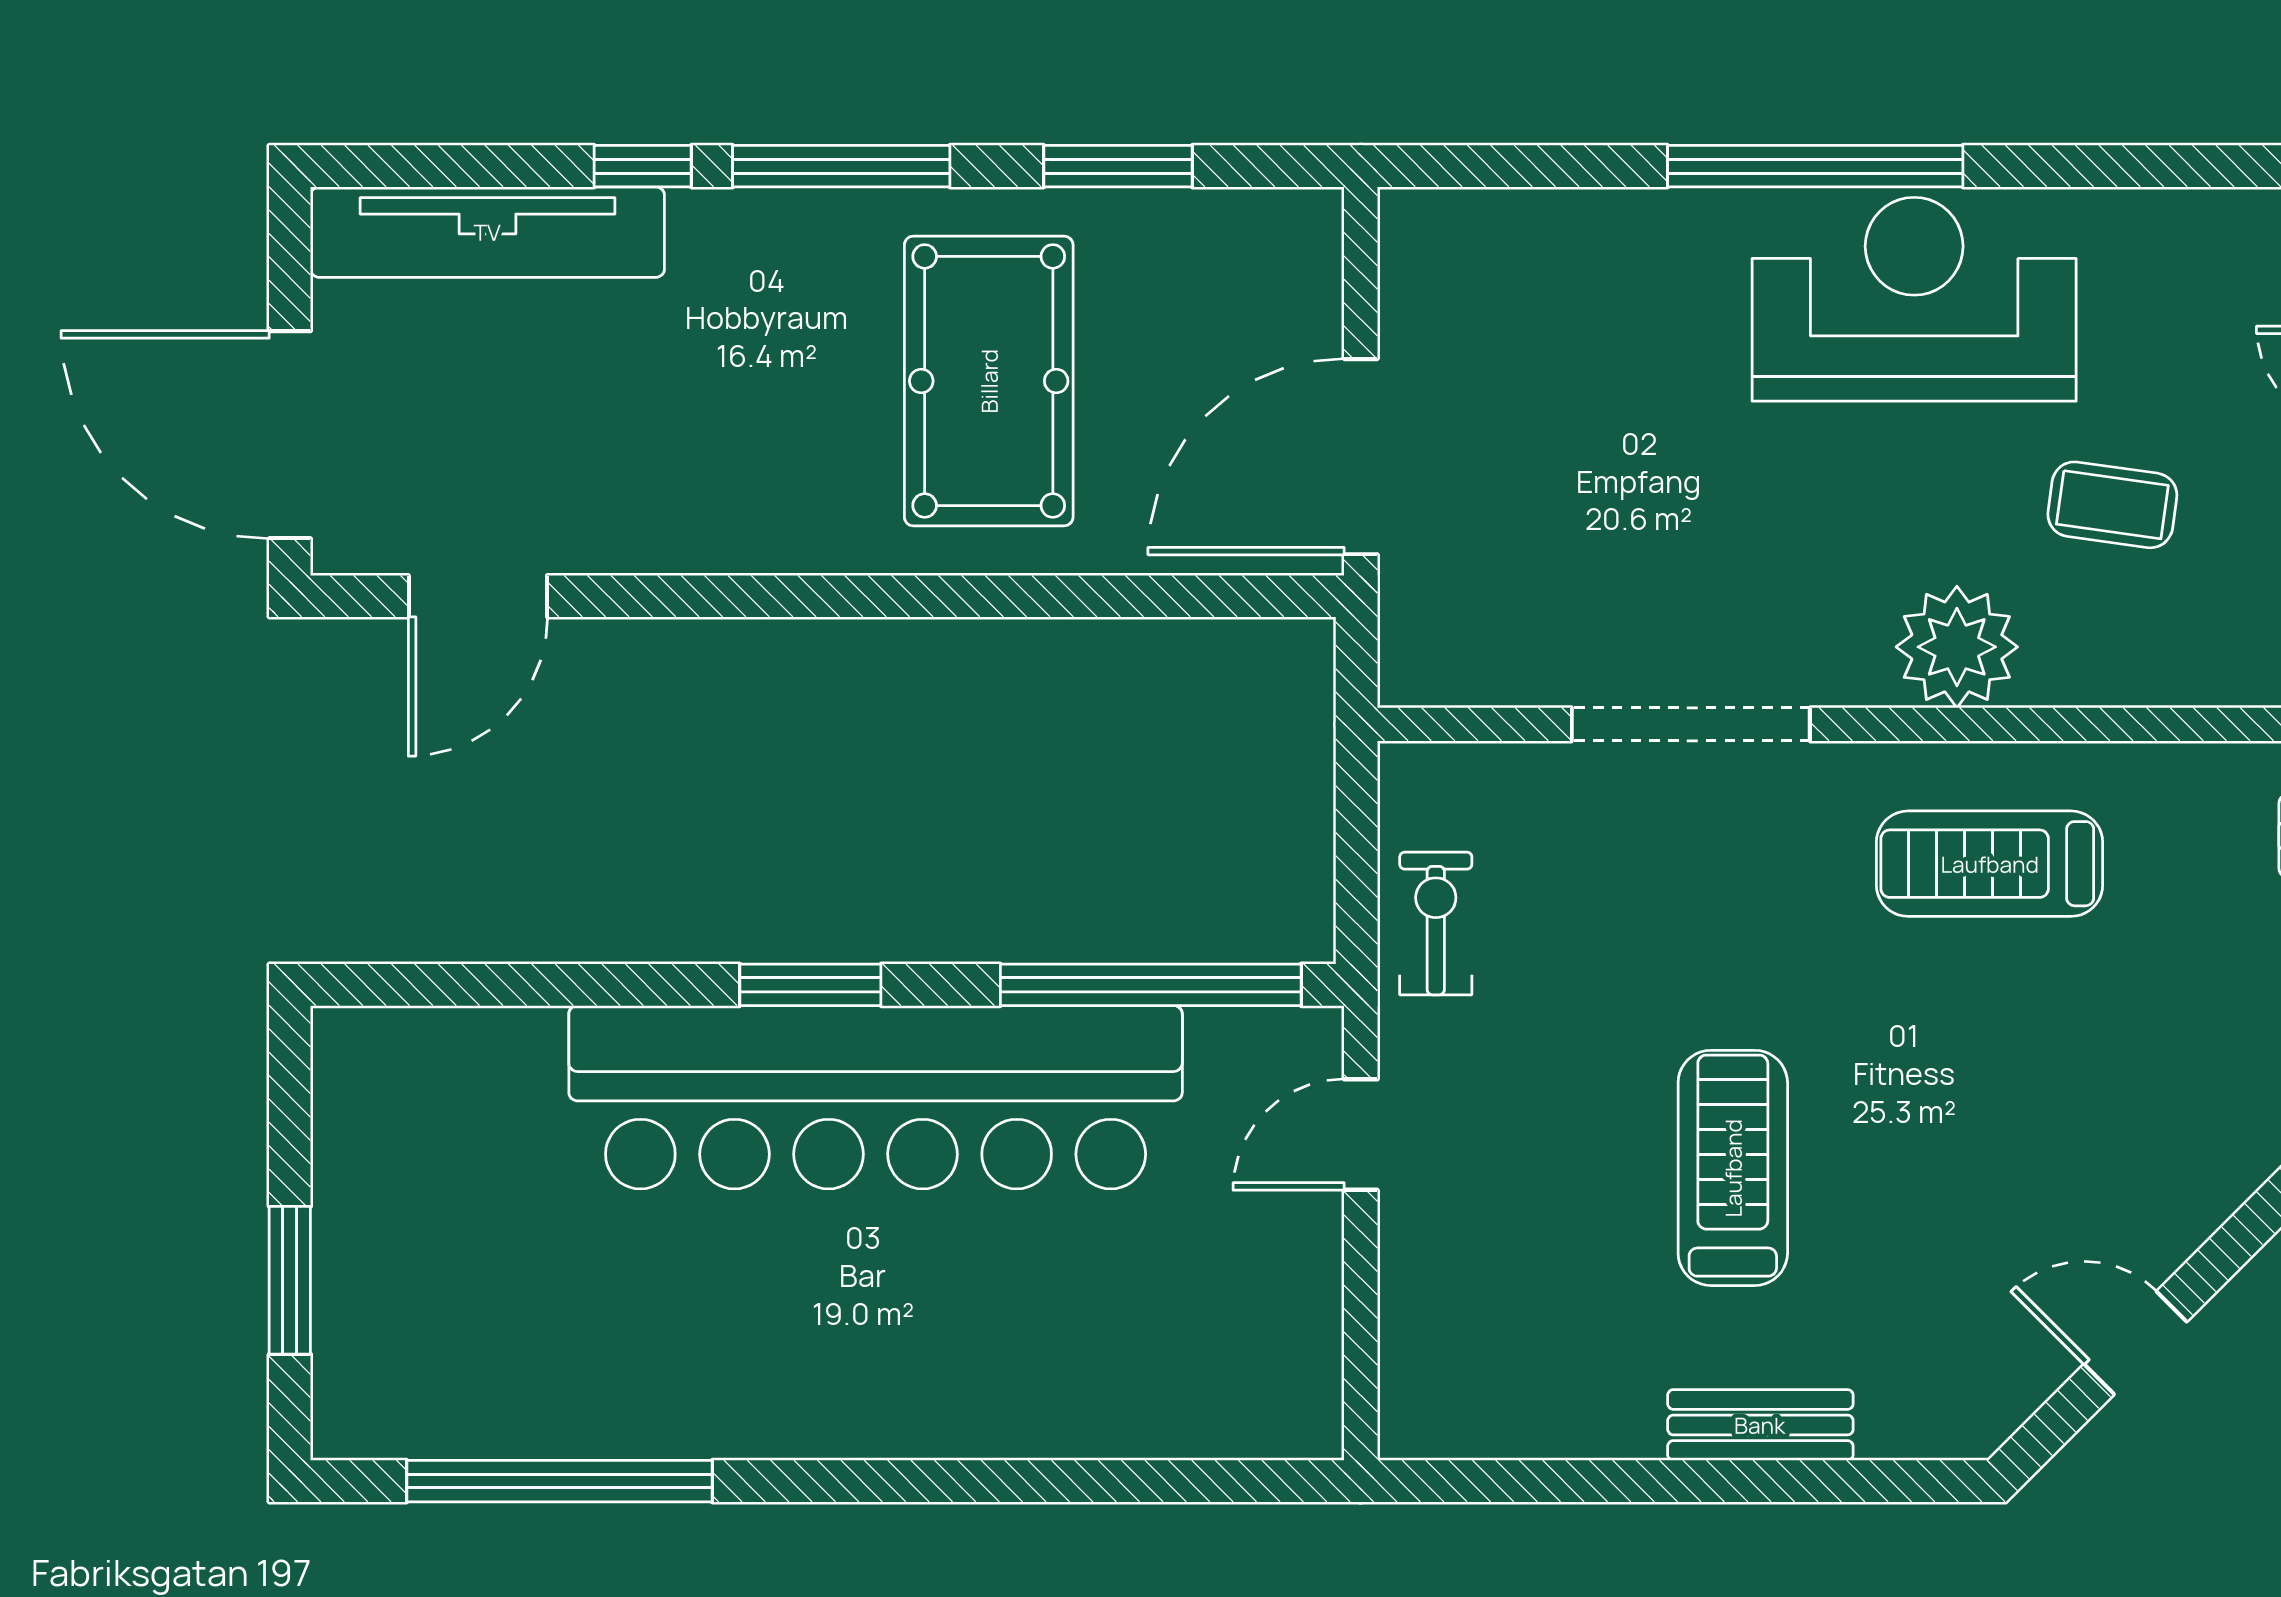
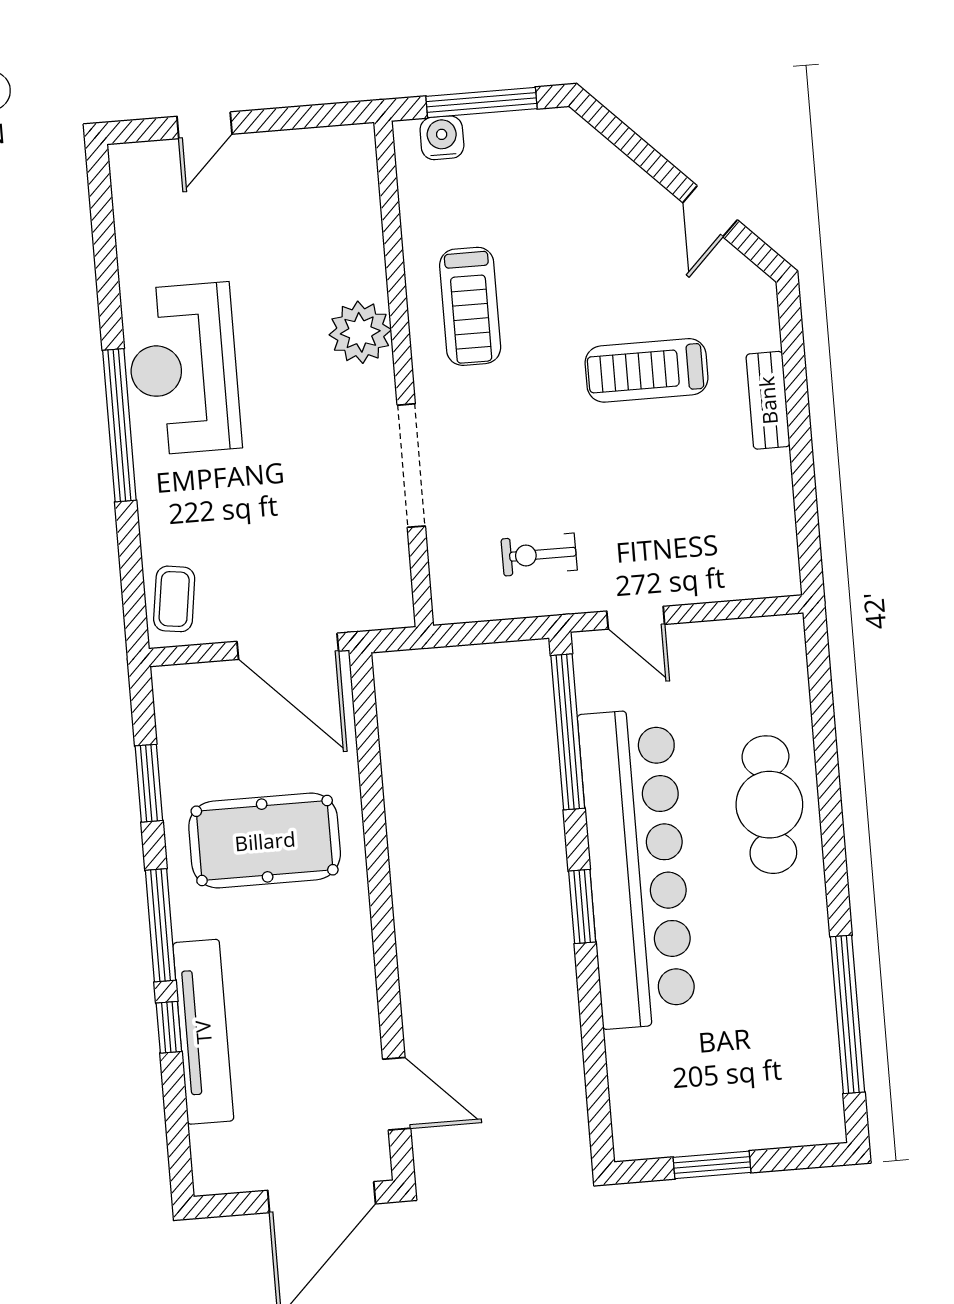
tv unit: (487, 232) -> (203, 1032), moved
coffee table: (2112, 505) -> (174, 599), moved
exercise bike: (1436, 923) -> (539, 555), moved
treadmill: (1733, 1168) -> (647, 370), moved
window: (290, 1280) -> (712, 1165), moved
cafe table: (978, 1363) -> (769, 805), added

